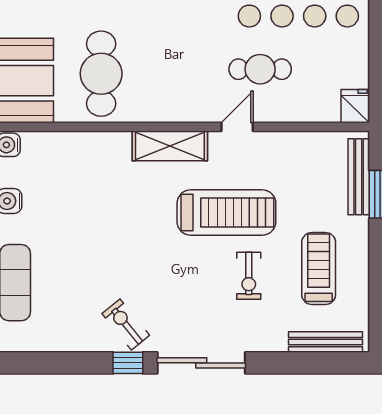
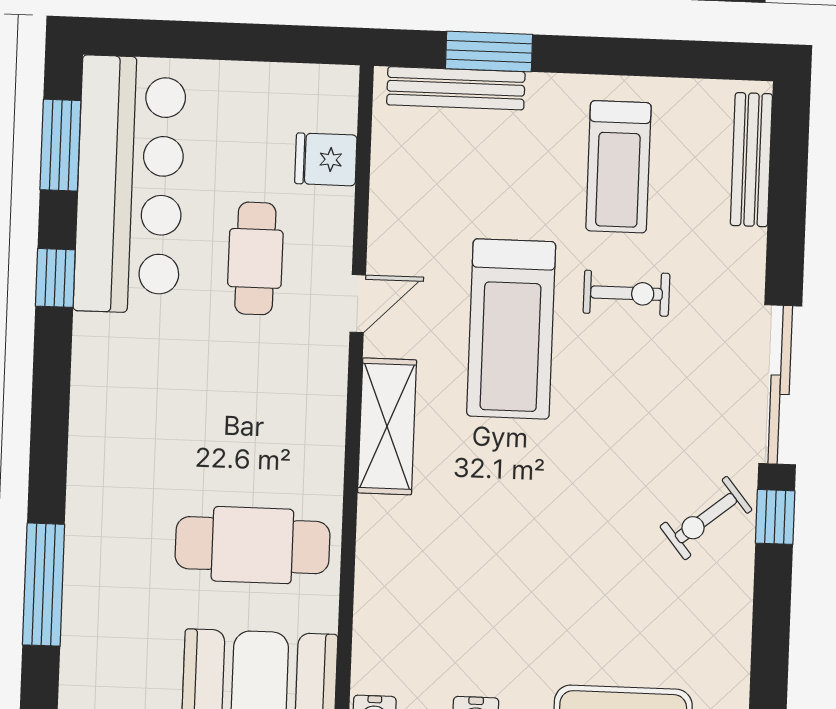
fridge: (355, 106) -> (326, 159), moved
door: (237, 127) -> (358, 304), swing flipped
treadmill: (226, 213) -> (511, 329), turned 180
treadmill: (319, 269) -> (618, 167), turned -90

